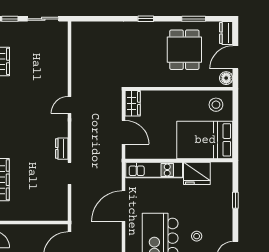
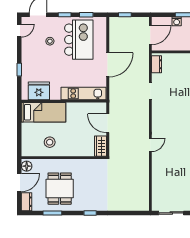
stool: (216, 105) -> (50, 142), moved
bed: (205, 140) -> (44, 112), width x0.67
dresser: (62, 149) -> (157, 64), moved
fridge: (197, 173) -> (39, 91), moved

